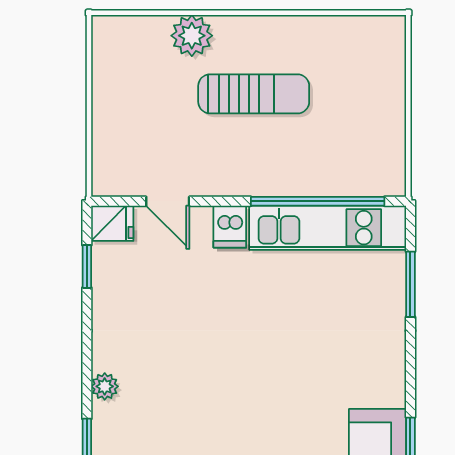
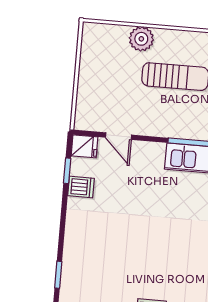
dishwasher: (230, 227) -> (81, 187), moved, turned -90
plant: (105, 386) -> (72, 243), removed

